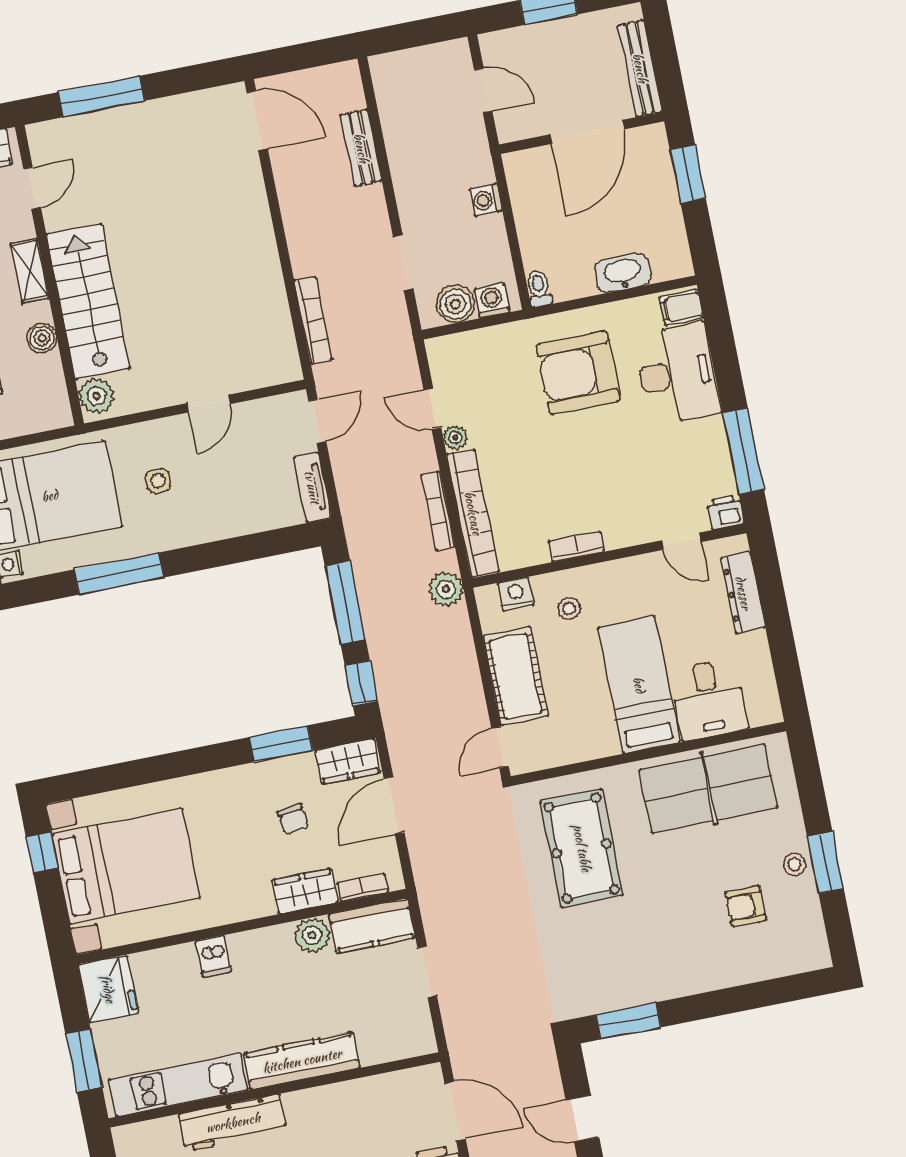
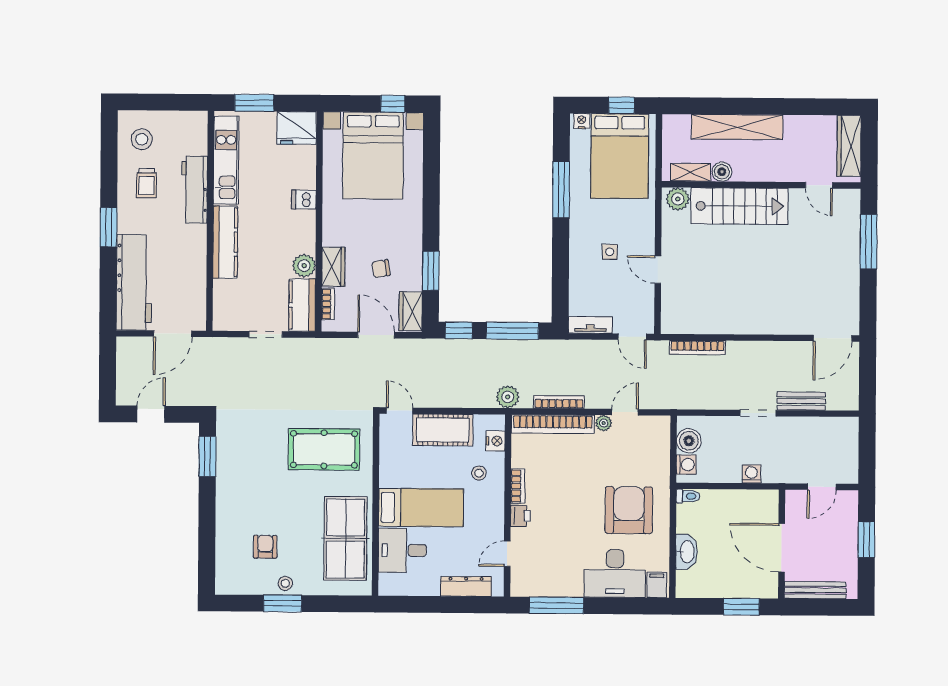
doorway: (403, 263) -> (758, 413), moved
shelving: (30, 271) -> (691, 172), moved
side table: (158, 481) -> (610, 252), moved
printer: (726, 512) -> (520, 516), moved

